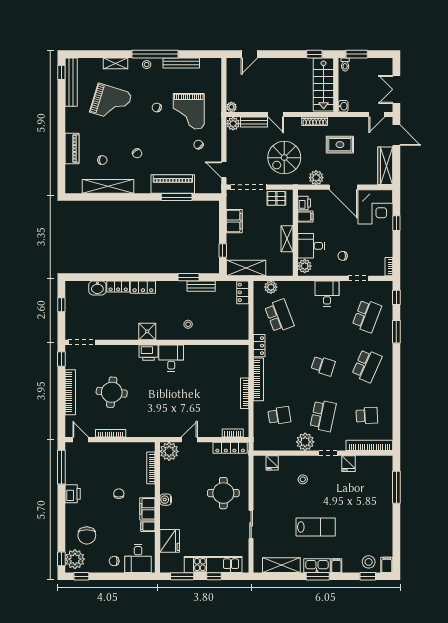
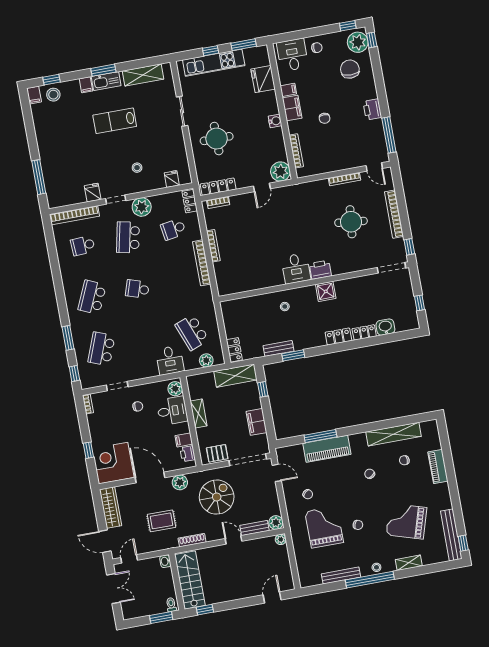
desk: (327, 294) -> (170, 360), moved
locker: (259, 346) -> (190, 201), moved

